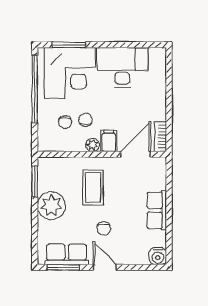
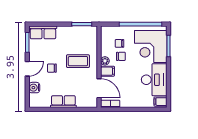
filing cabinet: (157, 57) -> (161, 102), added
plant: (51, 206) -> (66, 35), removed
row of seats: (67, 254) -> (43, 32), moved, turned 90
water cooler: (158, 256) -> (34, 88), moved

